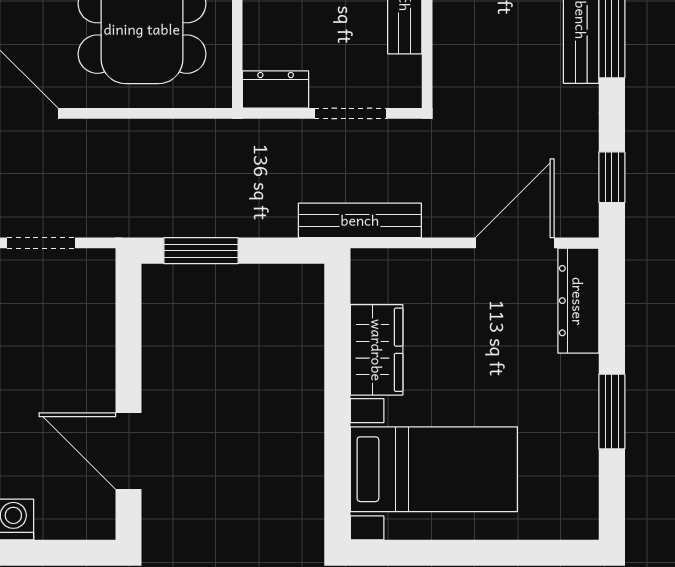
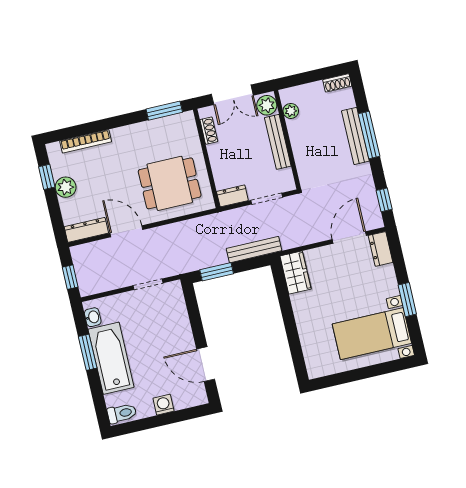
bench: (360, 220) -> (254, 250), moved
dresser: (578, 301) -> (380, 249), width x0.70
wardrobe: (377, 350) -> (296, 273), moved
bed with nightstands: (434, 469) -> (372, 334), moved, turned 180

